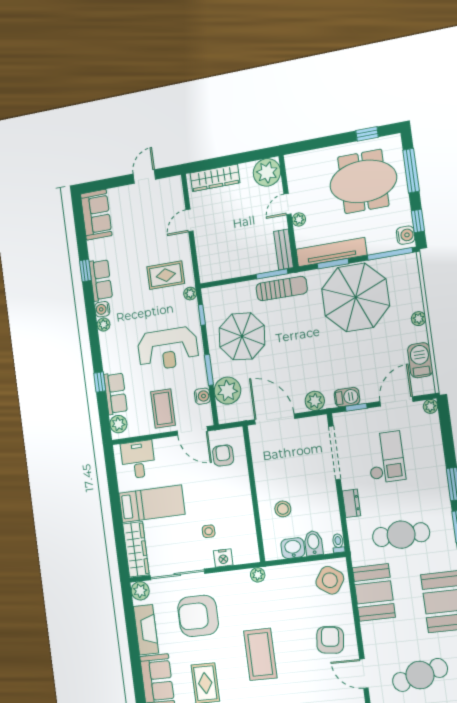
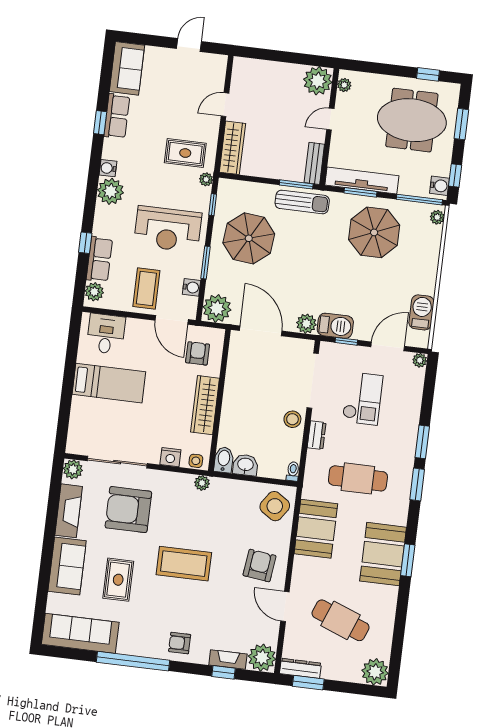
window: (411, 171) -> (461, 124), width x0.69
wardrobe: (215, 178) -> (232, 148), moved, turned -90
plant: (299, 220) -> (344, 85), moved
row of seats: (101, 280) -> (117, 116), moved
parasol: (355, 297) -> (374, 232), width x0.73, depth x0.73
plant: (419, 319) -> (437, 217), moved
plant: (104, 324) -> (111, 191), width x1.87, depth x1.87
plant: (227, 391) -> (217, 308), moved
barbecue: (347, 397) -> (335, 326), width x1.38, depth x1.27
stool: (283, 509) -> (292, 419), moved
side table: (209, 531) -> (196, 461), moved
bidet: (313, 543) -> (224, 460), moved
wardrobe: (136, 549) -> (205, 405), moved, turned 180
coffee table: (260, 654) -> (184, 564), turned 90
cafe table: (420, 675) -> (340, 620), turned 36

